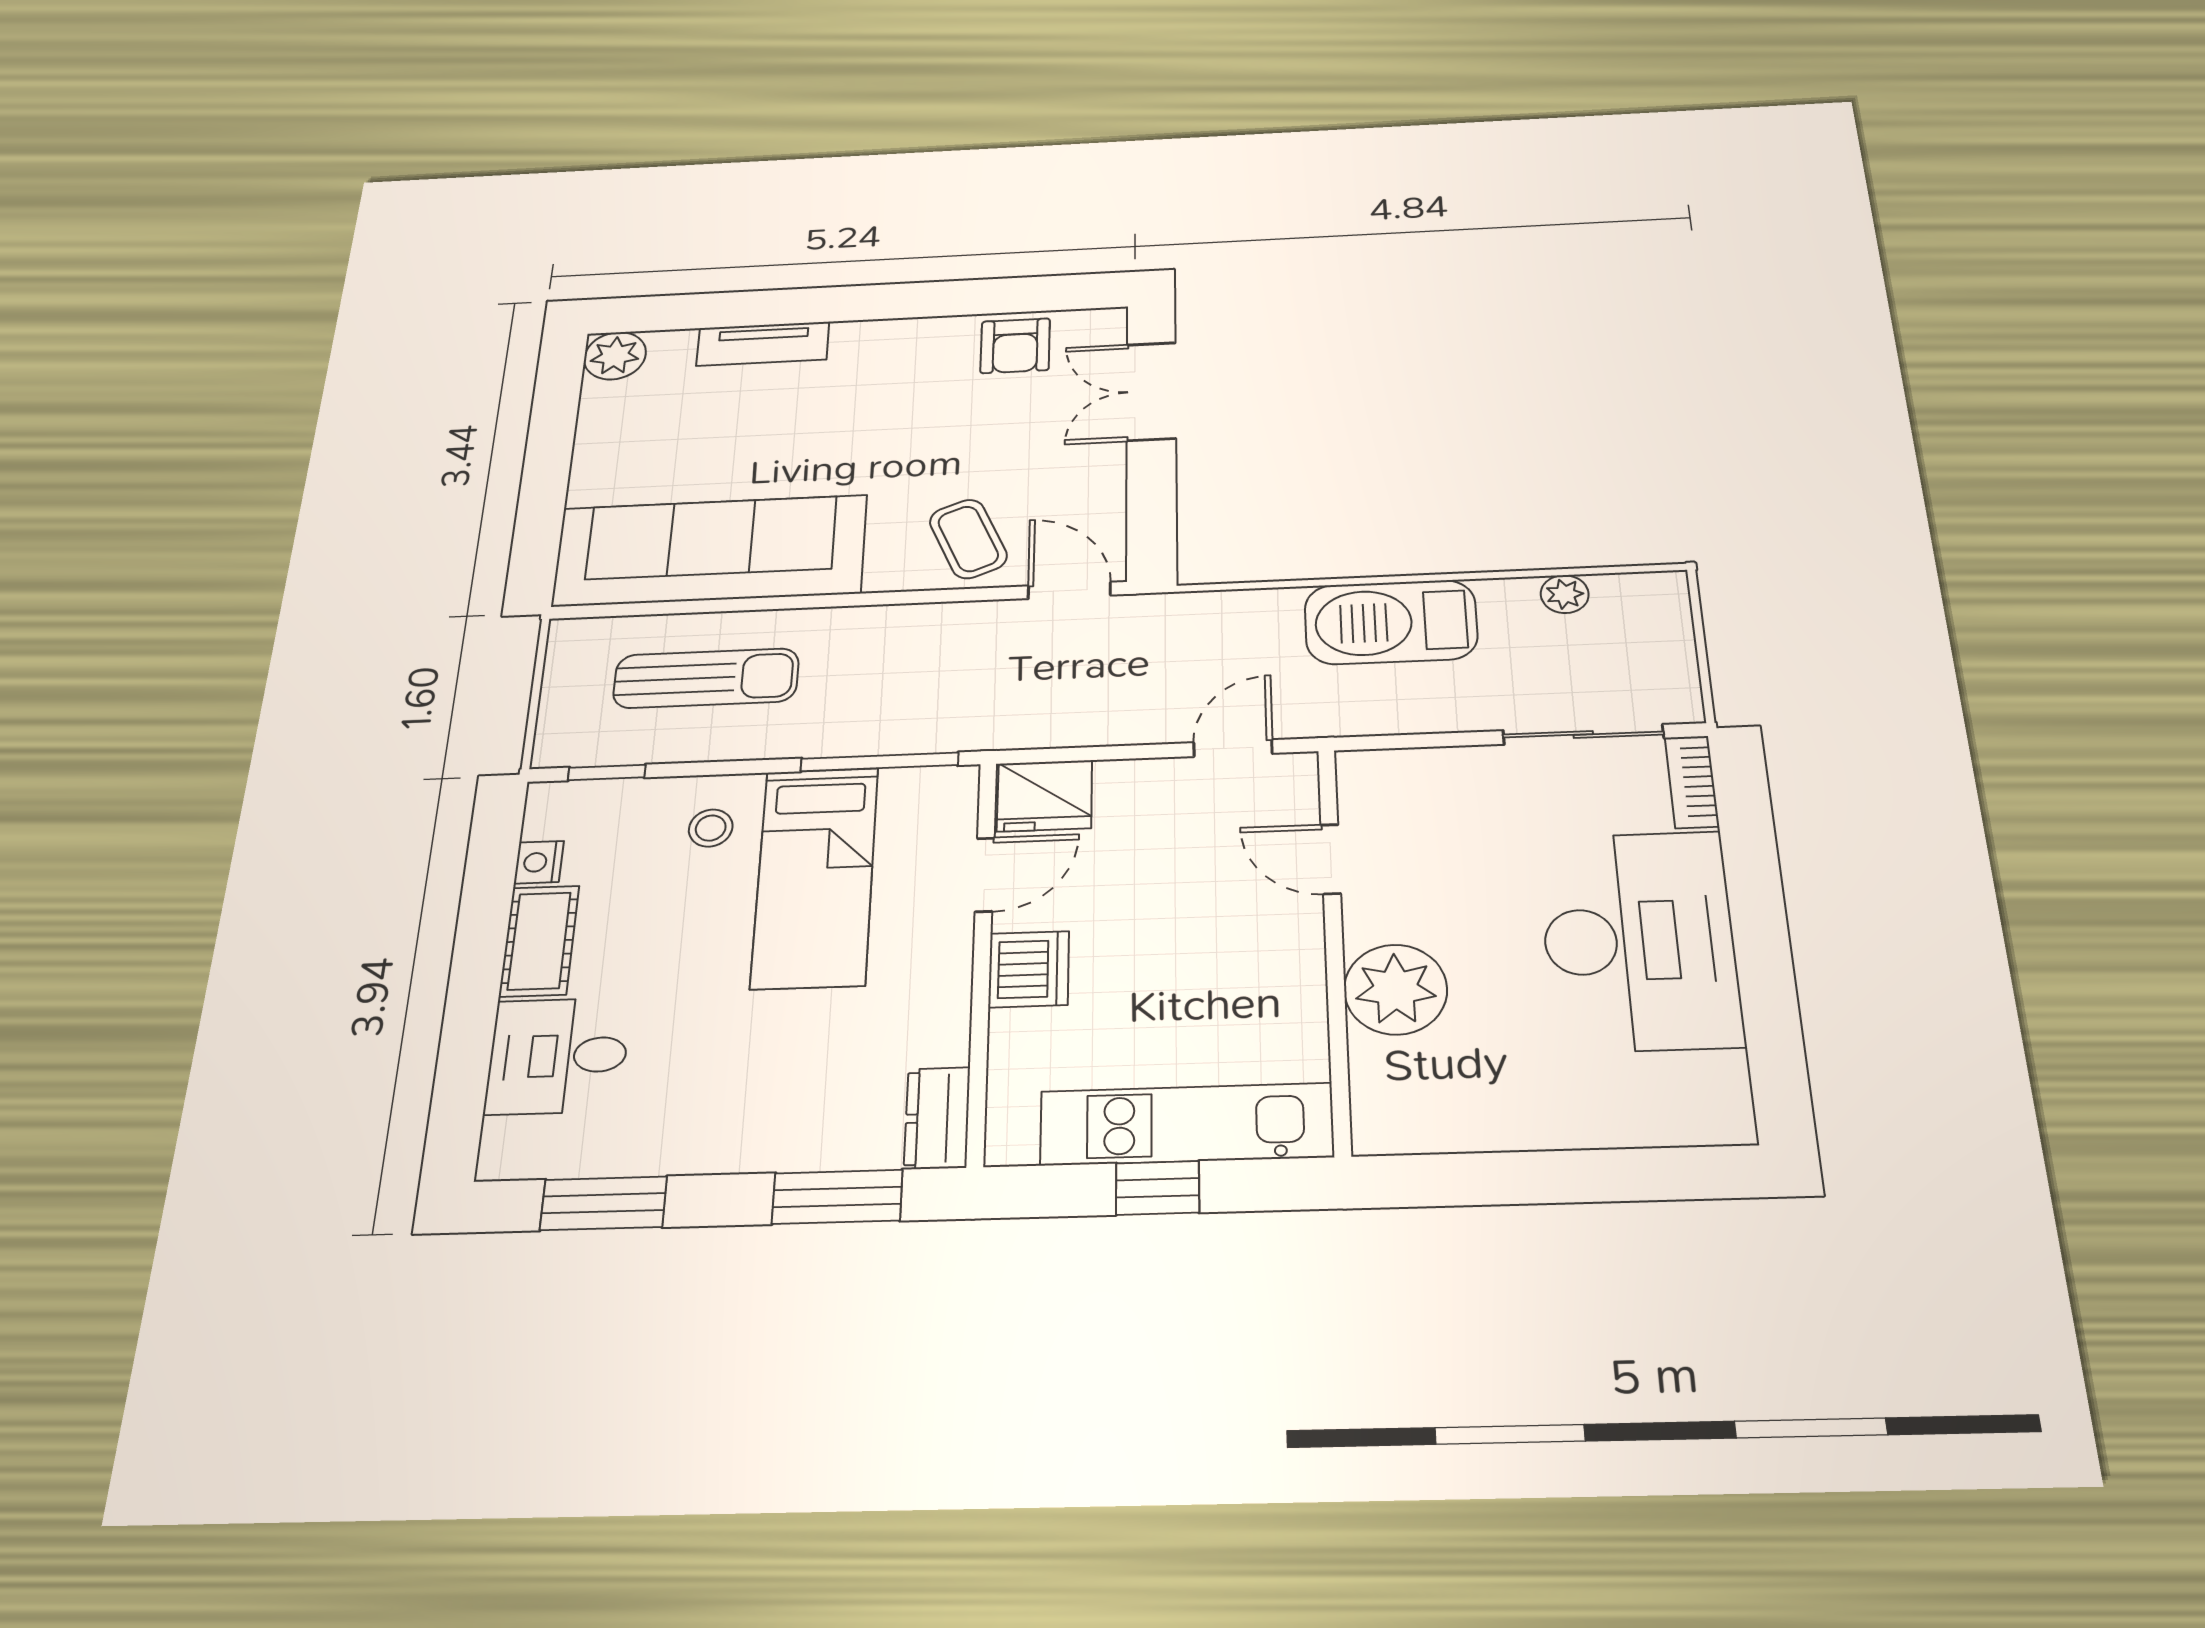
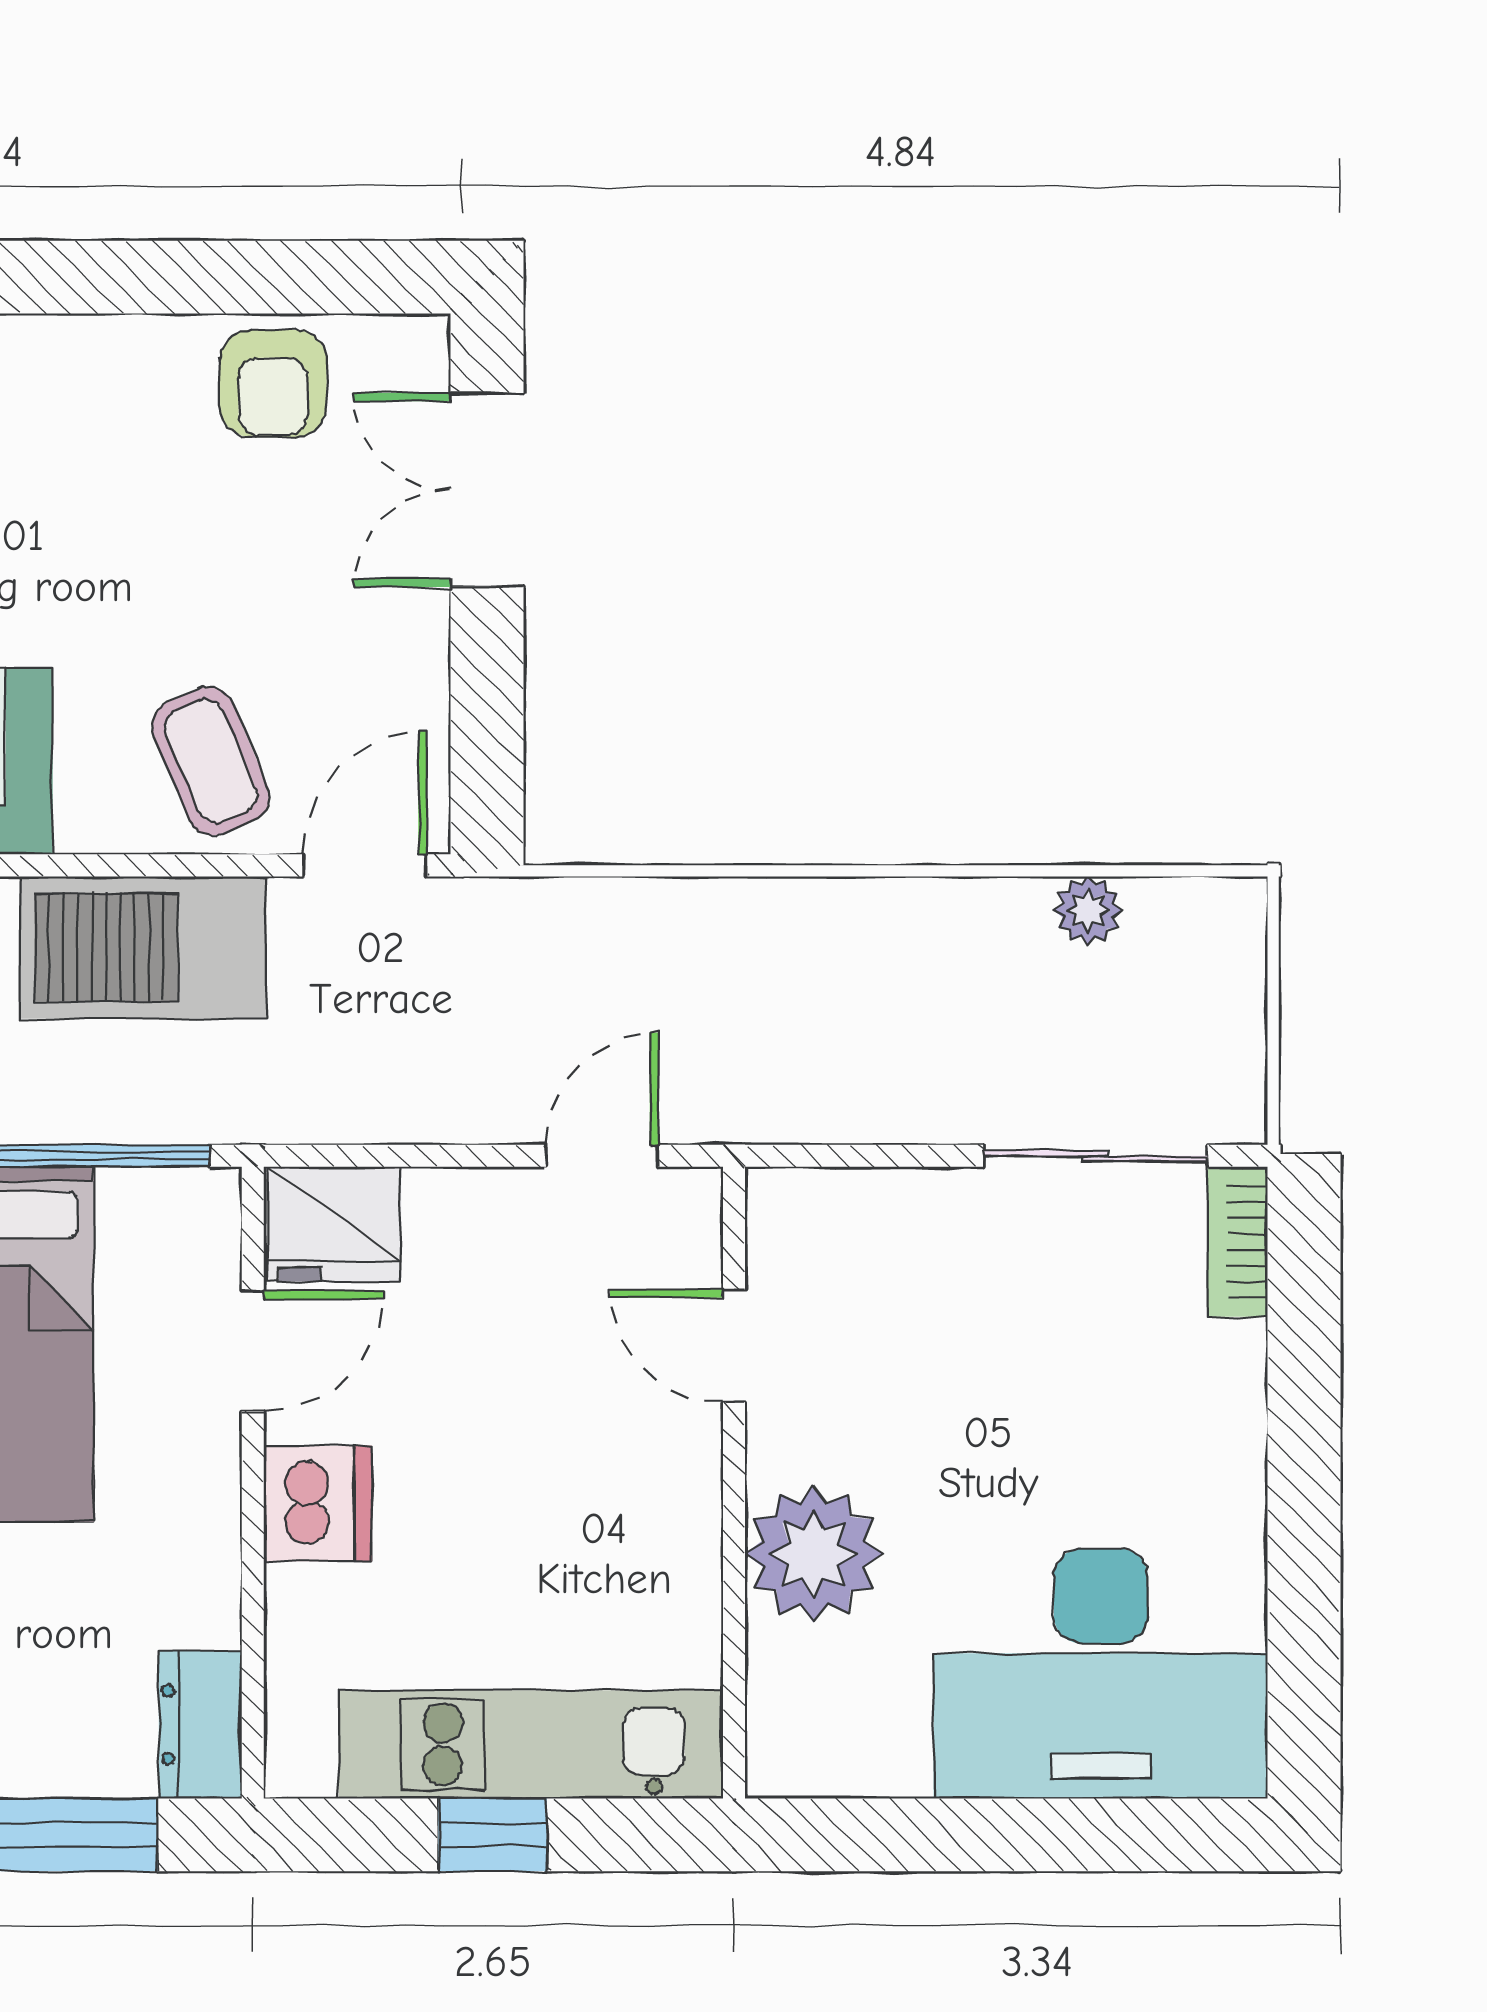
door: (1069, 590) -> (365, 865), hinge flipped
barbecue: (1391, 622) -> (143, 947), moved
desk: (1639, 940) -> (1101, 1673), moved, turned 90

